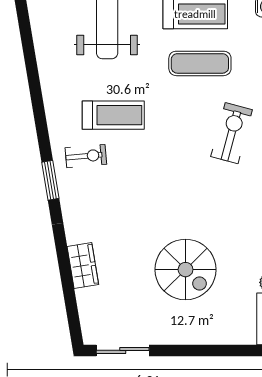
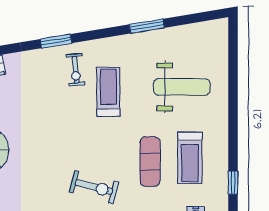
window: (32, 67) -> (147, 26), added
treadmill: (113, 115) -> (108, 92), turned 180

